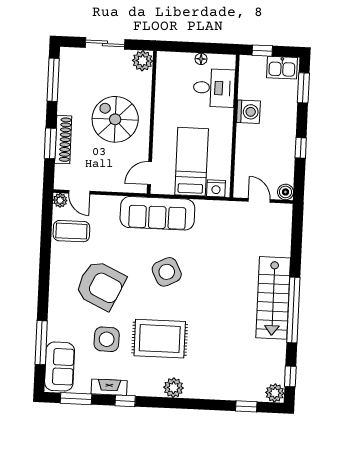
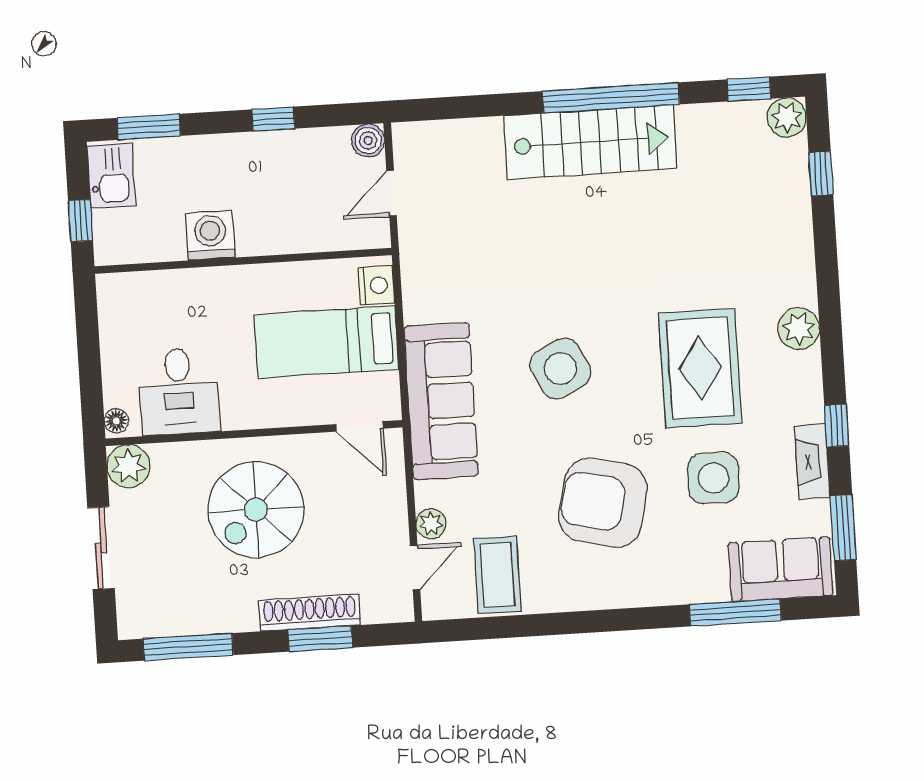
floor lamp: (201, 59) -> (116, 421), moved
desk: (214, 88) -> (179, 391), moved, turned 180
plant: (60, 200) -> (431, 524), moved
armchair: (100, 285) -> (603, 503), turned -102

